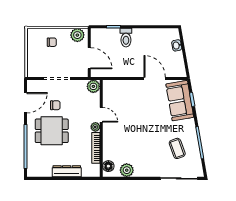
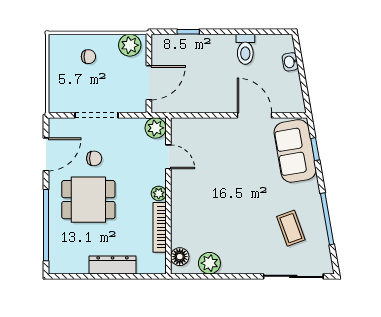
toilet: (126, 38) -> (245, 49), moved
door: (89, 58) -> (149, 83), hinge flipped
door: (101, 115) -> (168, 157), moved

